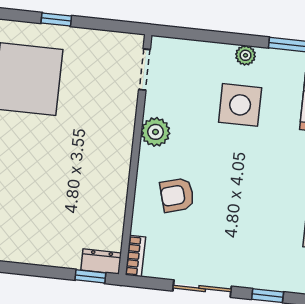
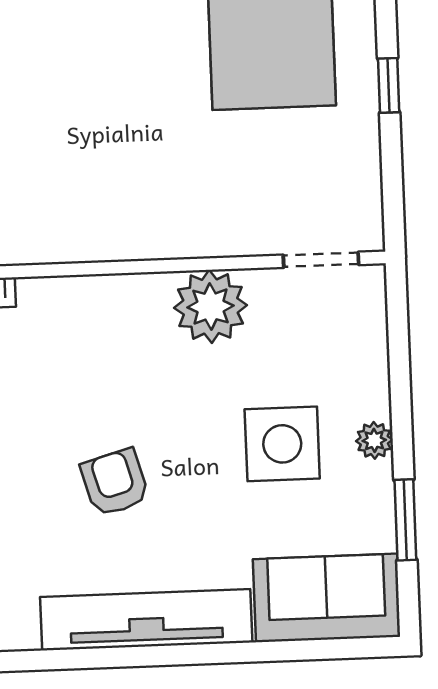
plant: (155, 132) -> (210, 306), width x1.36, depth x1.36
armchair: (177, 195) -> (115, 482), moved

